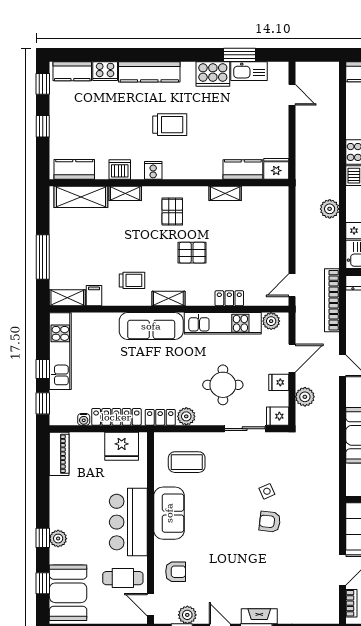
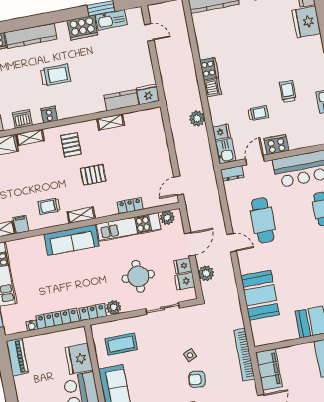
trolley: (132, 280) -> (49, 206), turned 180
bookcase: (332, 300) -> (244, 355), moved
fridge: (278, 416) -> (185, 281), moved
fridge: (122, 446) -> (79, 359), moved, turned 90

